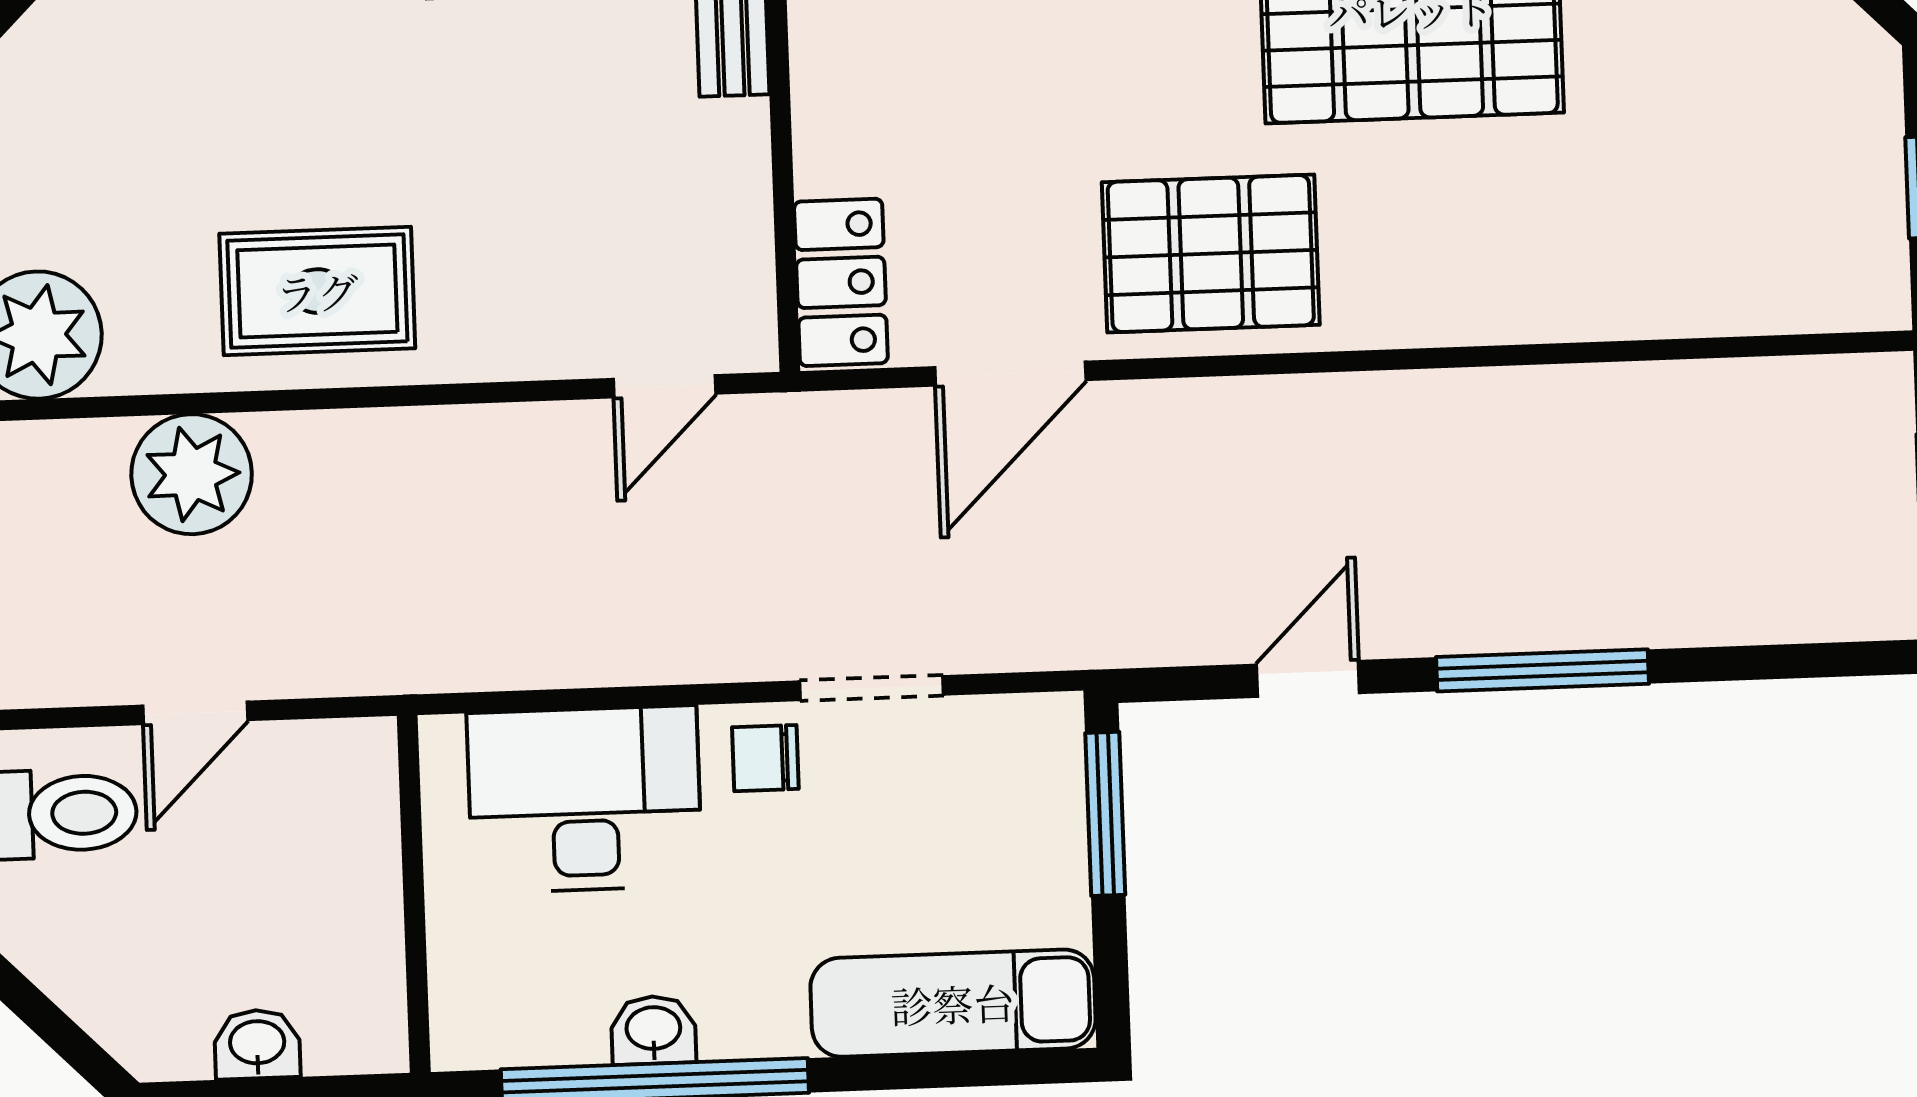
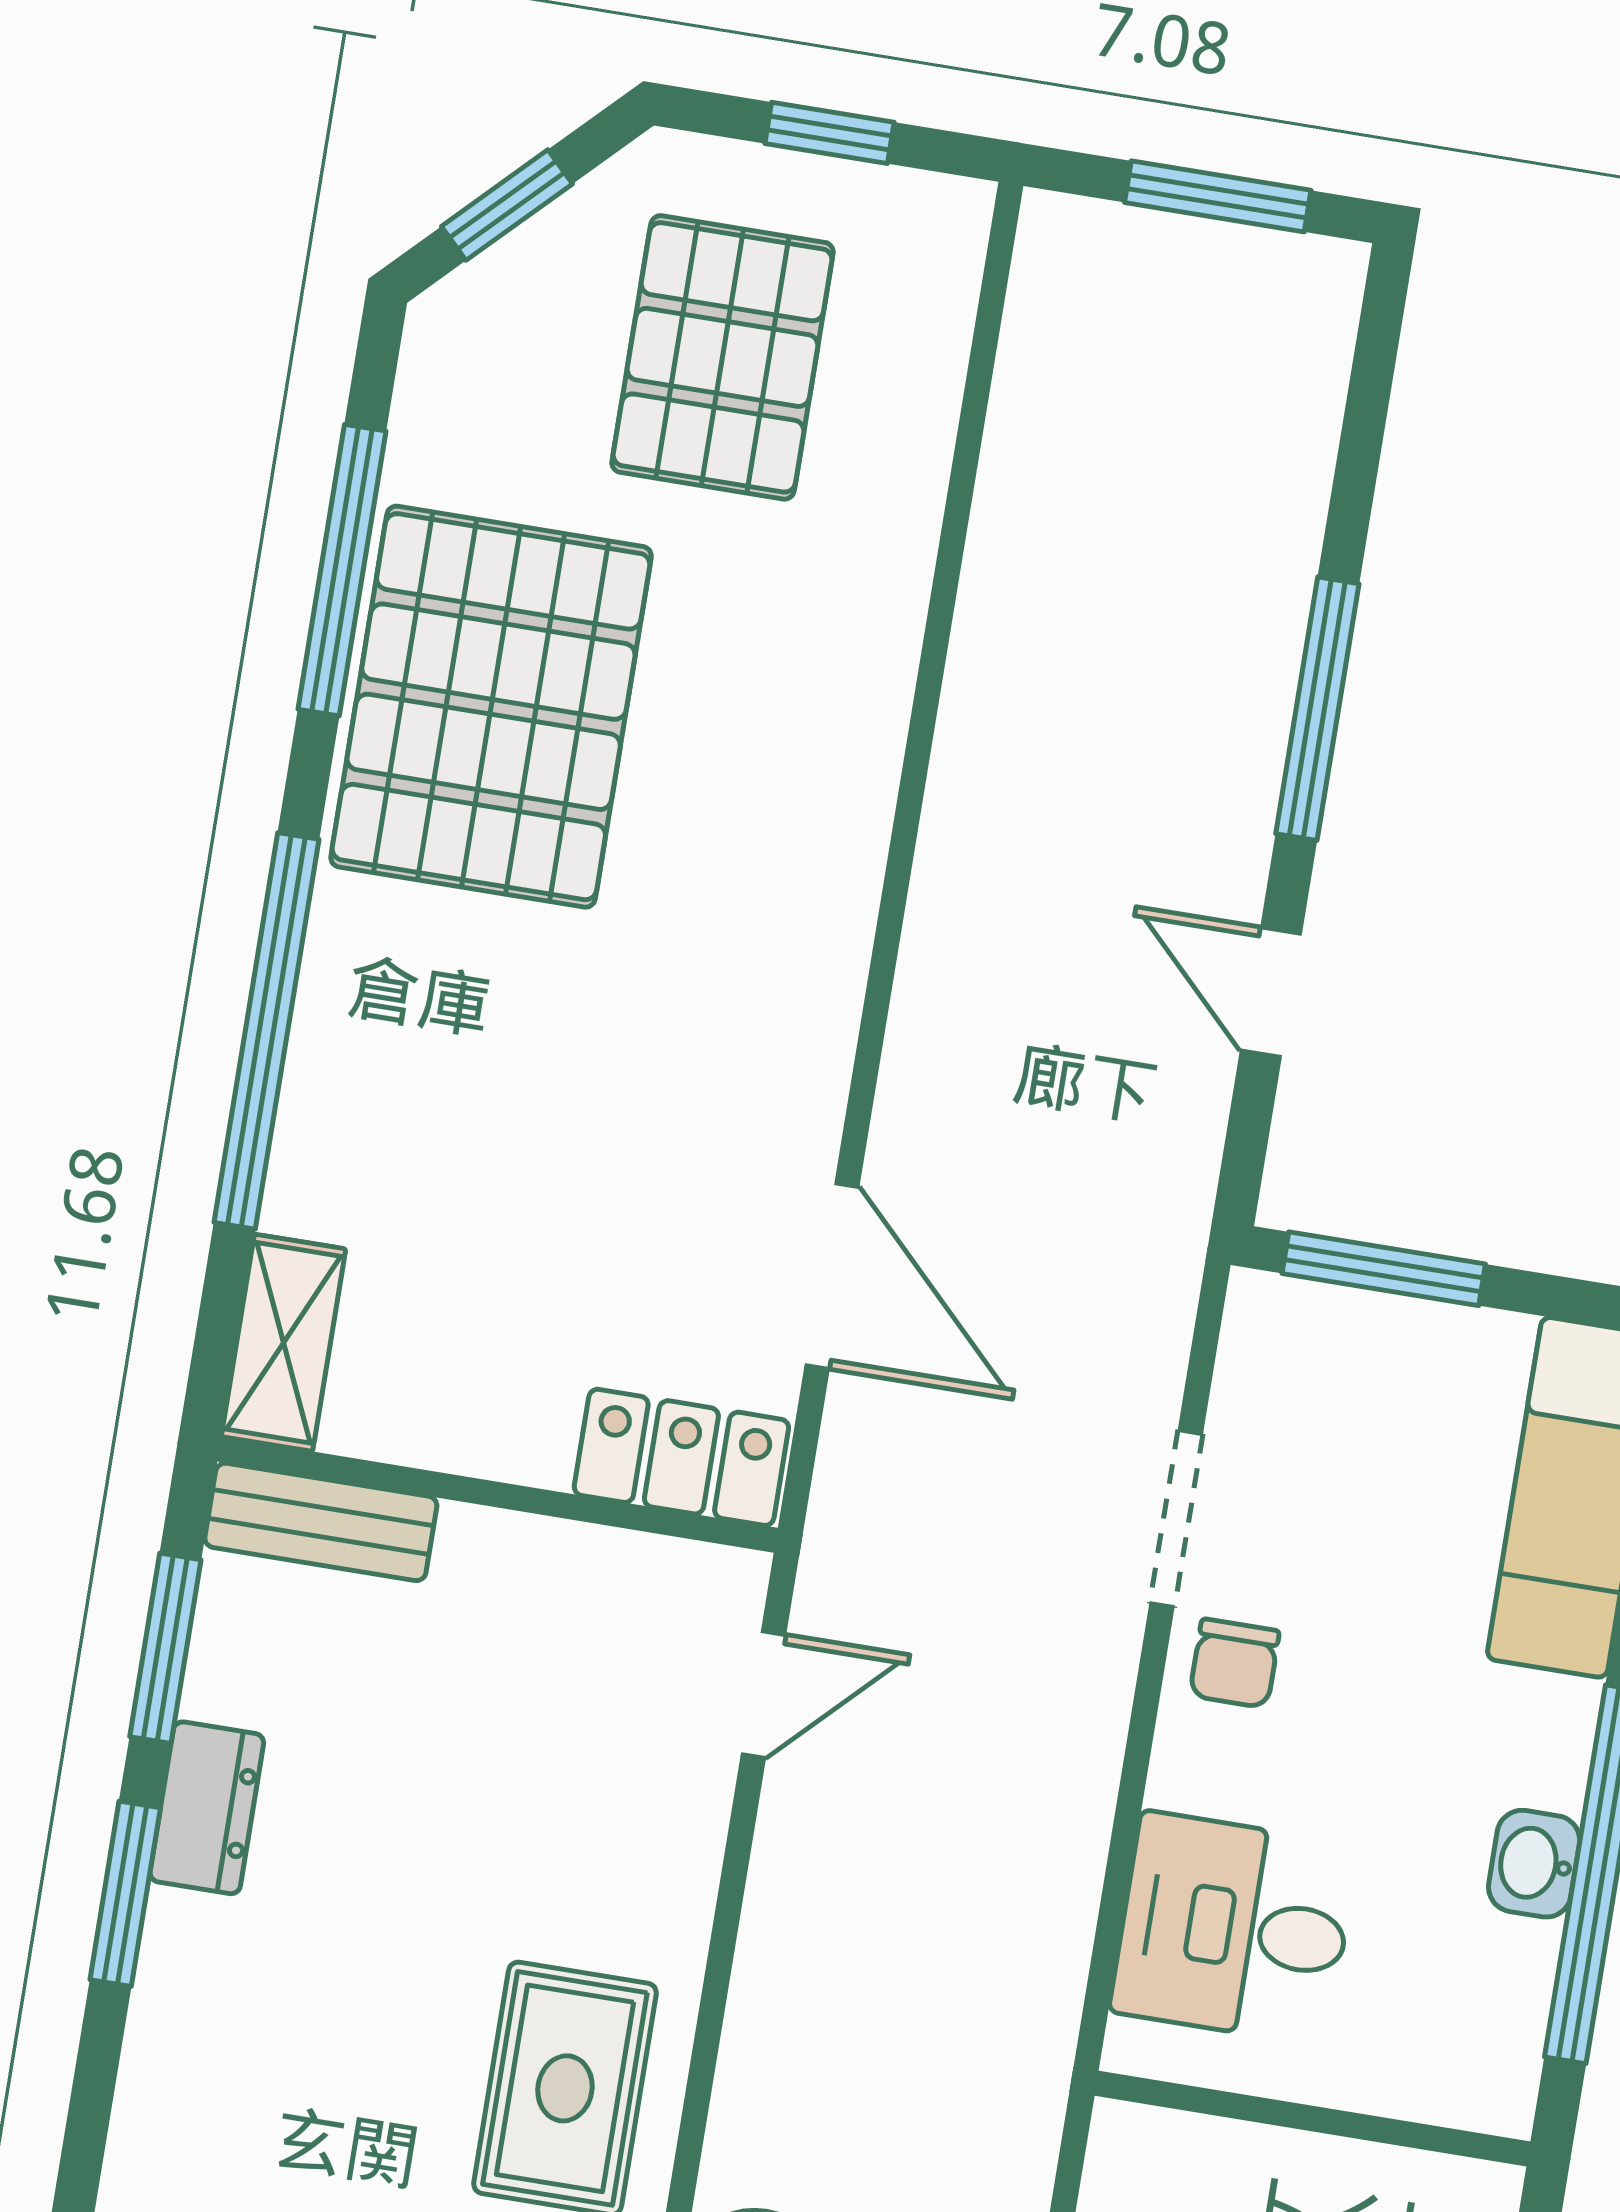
pallet: (1211, 254) -> (723, 357), moved
door: (665, 386) -> (763, 1694), hinge flipped
desk: (585, 799) -> (1234, 1928), width x0.73

